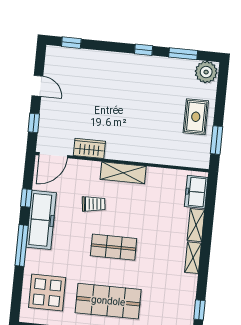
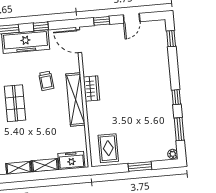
plant: (206, 72) -> (173, 154), width x0.53, depth x0.53
rug: (196, 117) -> (108, 148), moved, turned 90
window: (216, 140) -> (140, 167), moved
wardrobe: (89, 148) -> (91, 89), moved
shelving: (123, 173) -> (76, 100), width x1.47

